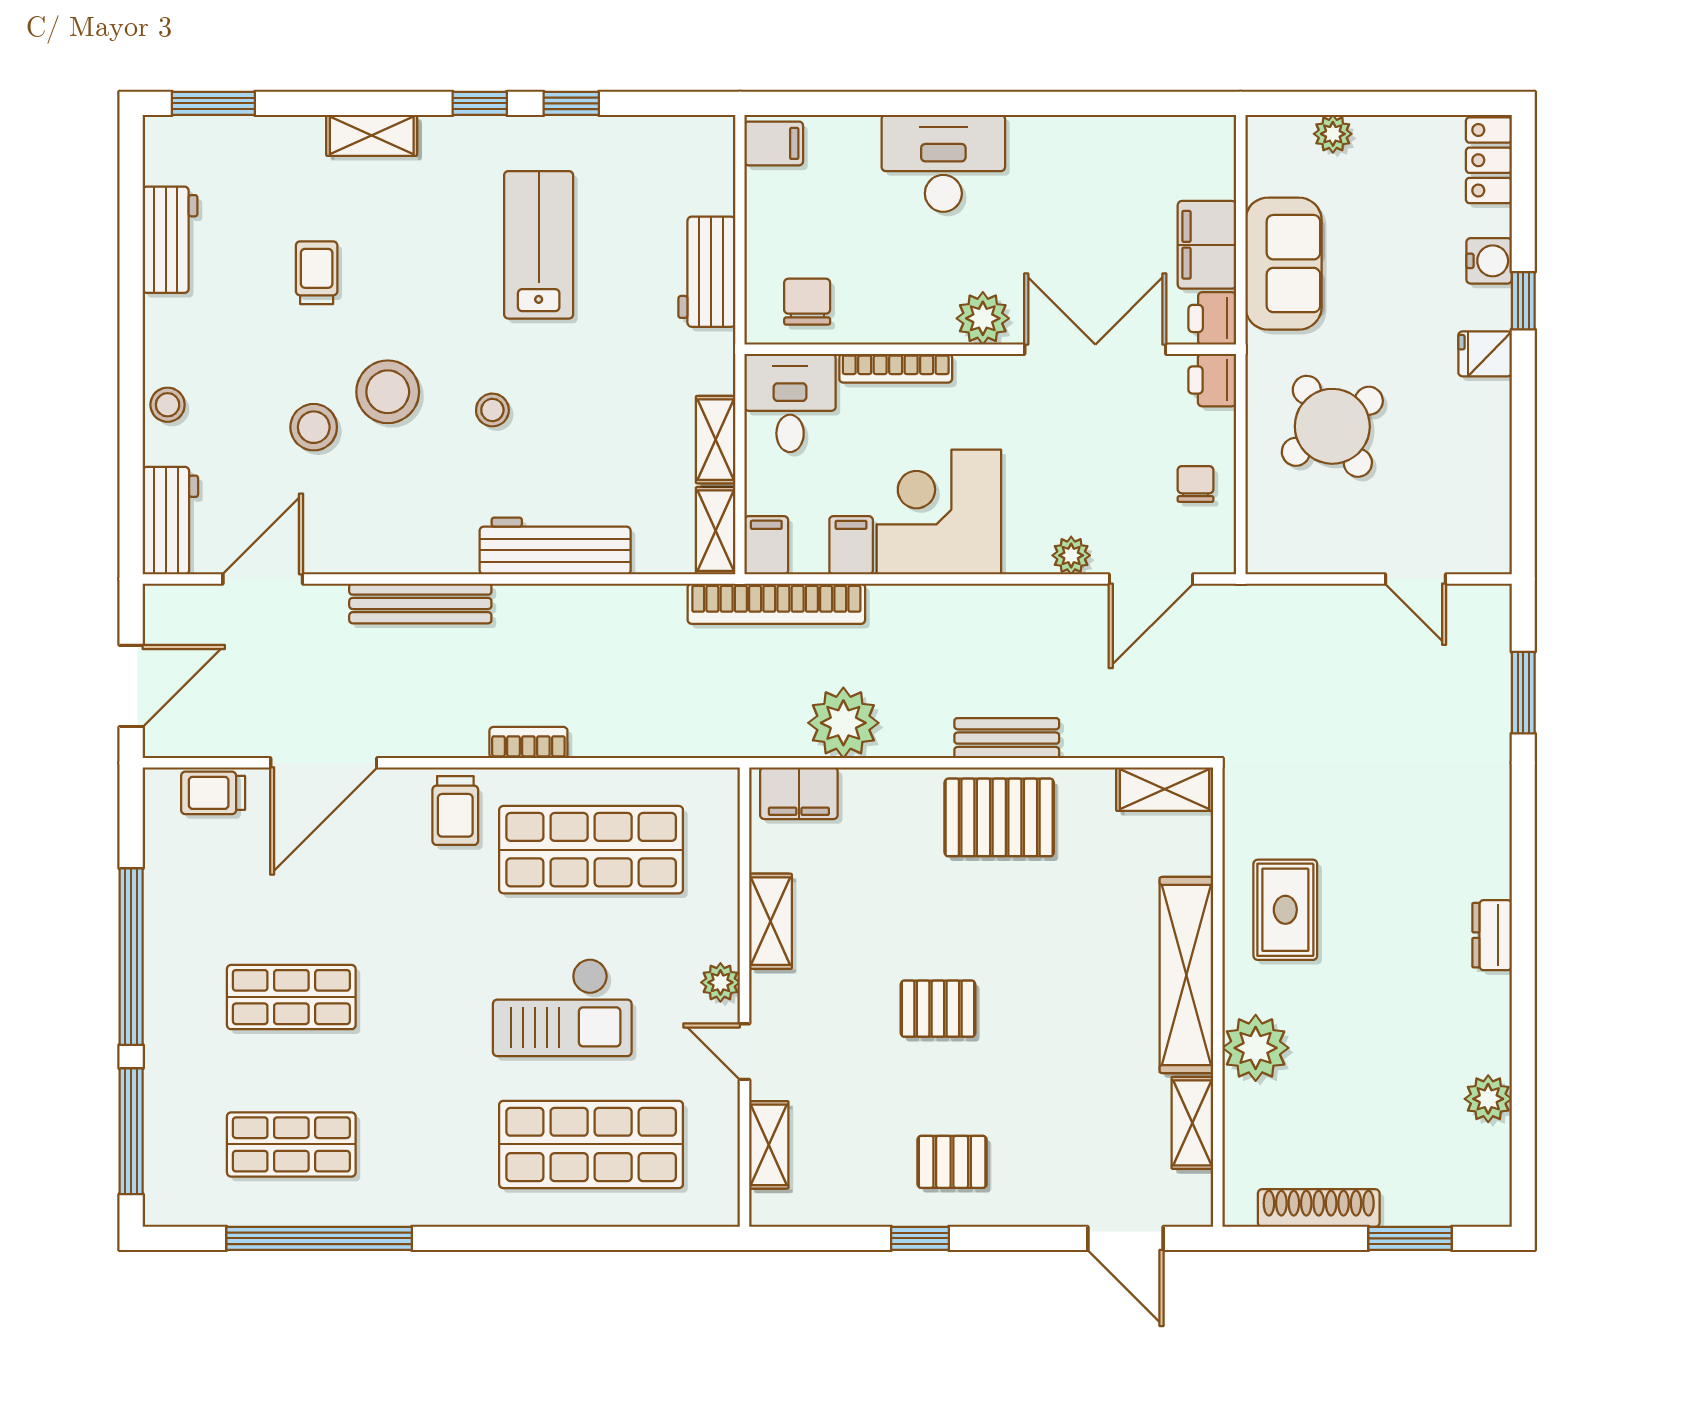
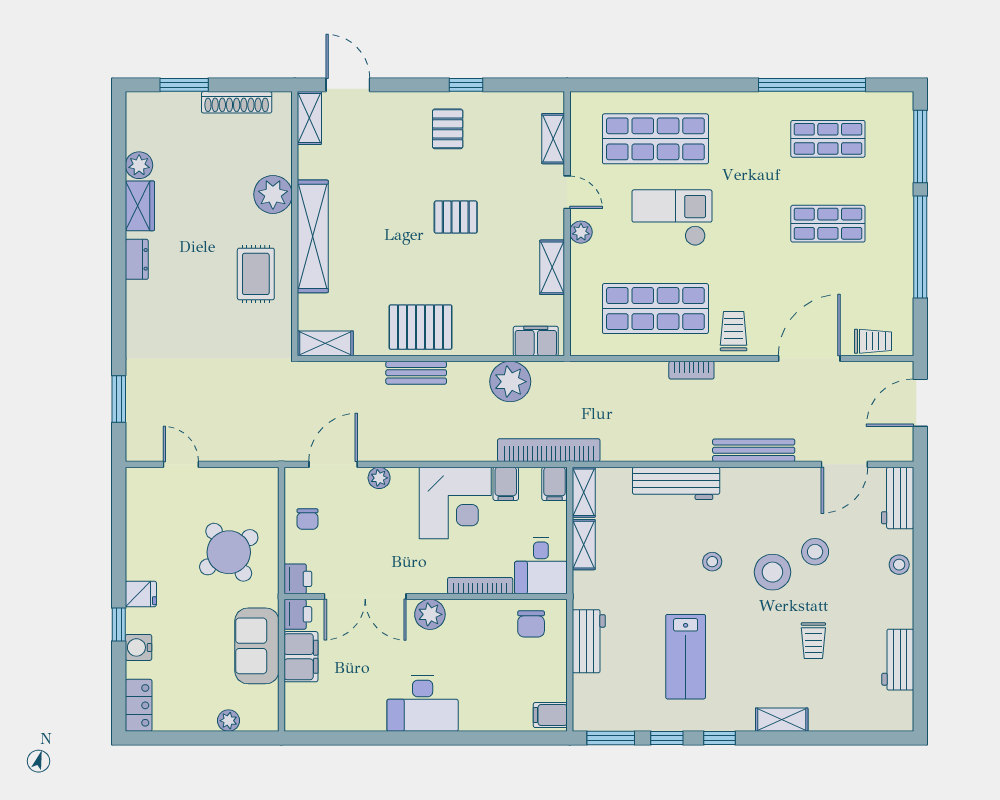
window: (213, 103) -> (611, 738), moved
desk: (943, 163) -> (423, 704), moved
wardrobe: (1487, 1028) -> (140, 206), added
shelving: (1192, 1123) -> (309, 118), moved
pallet: (952, 1162) -> (448, 129), turned 90

